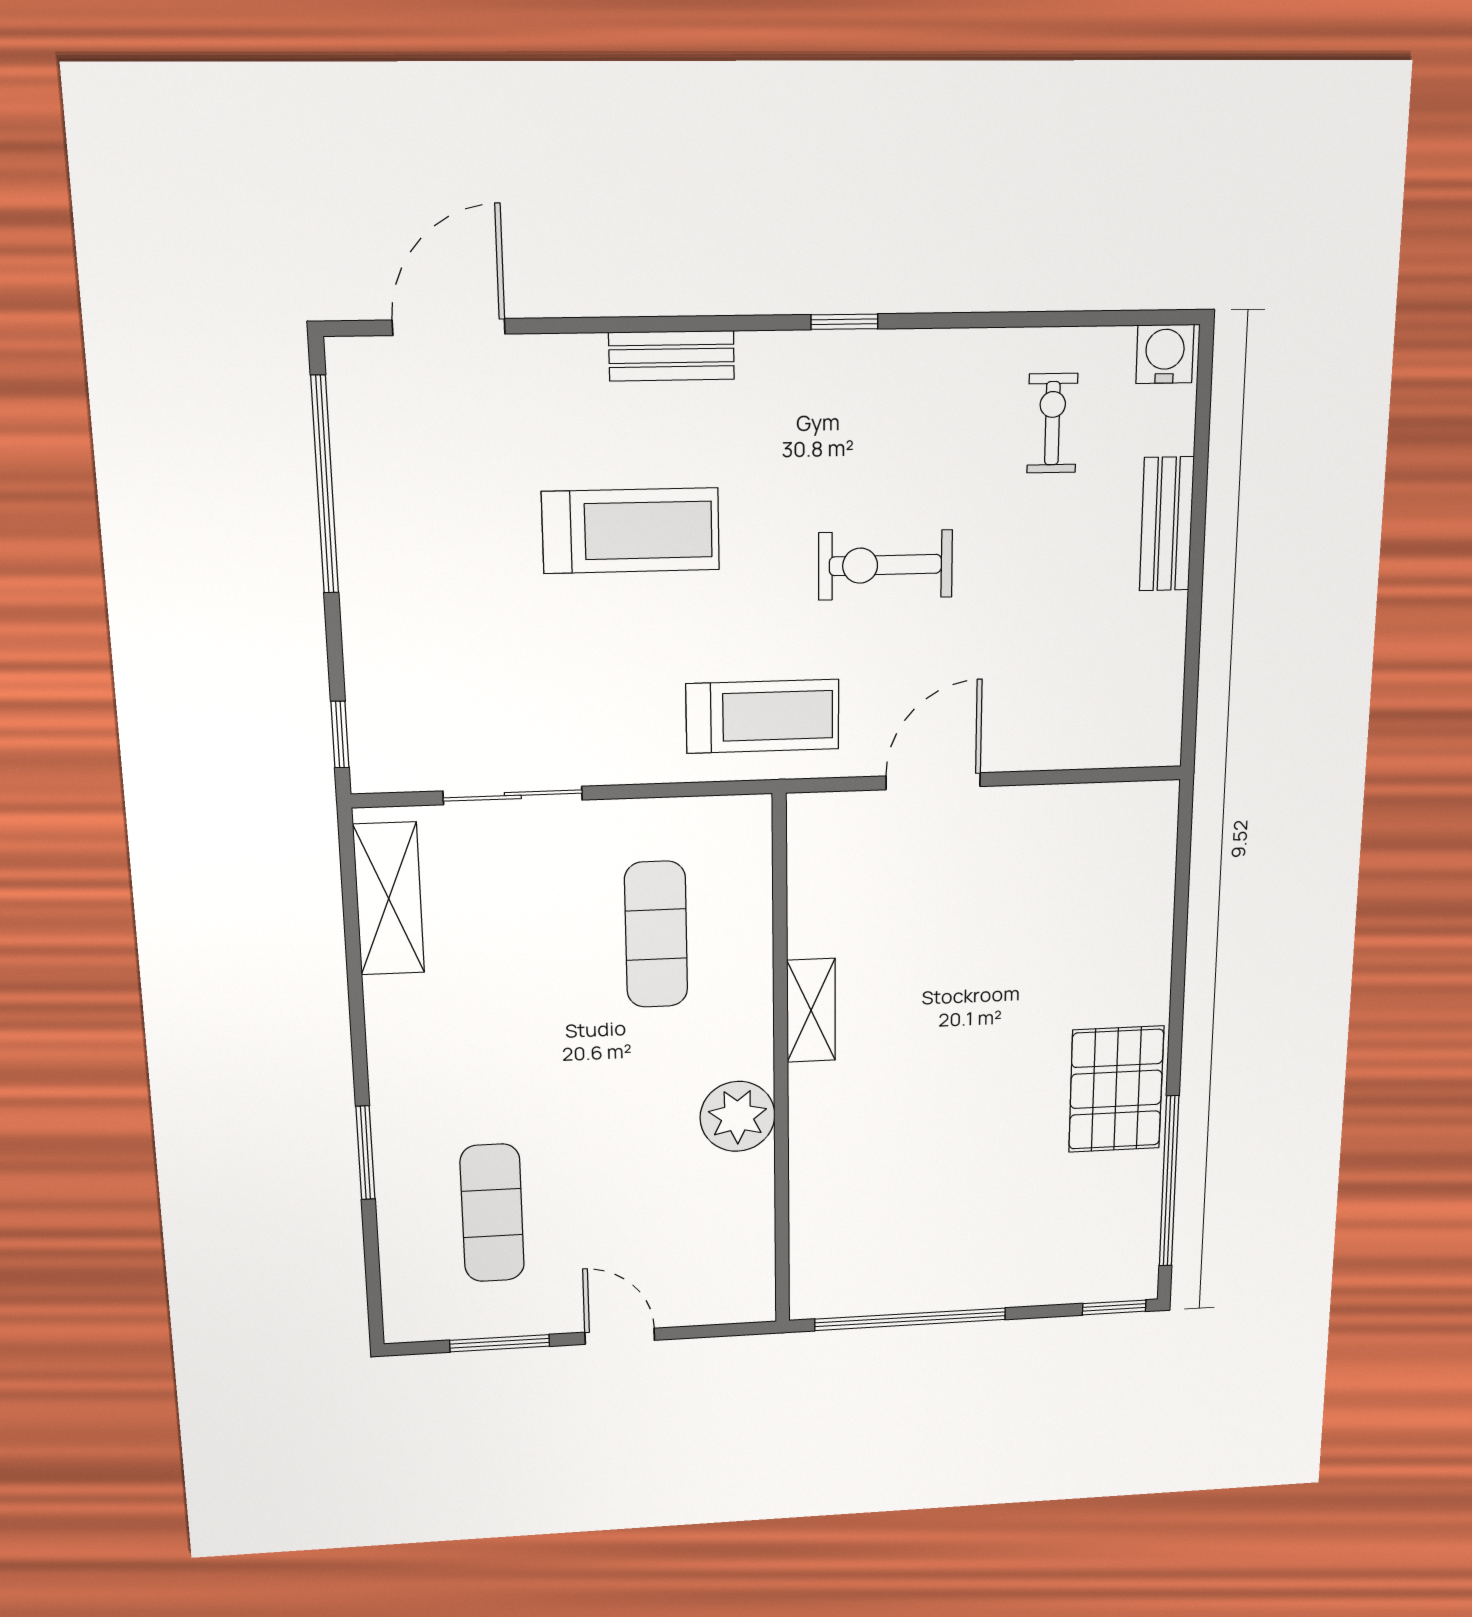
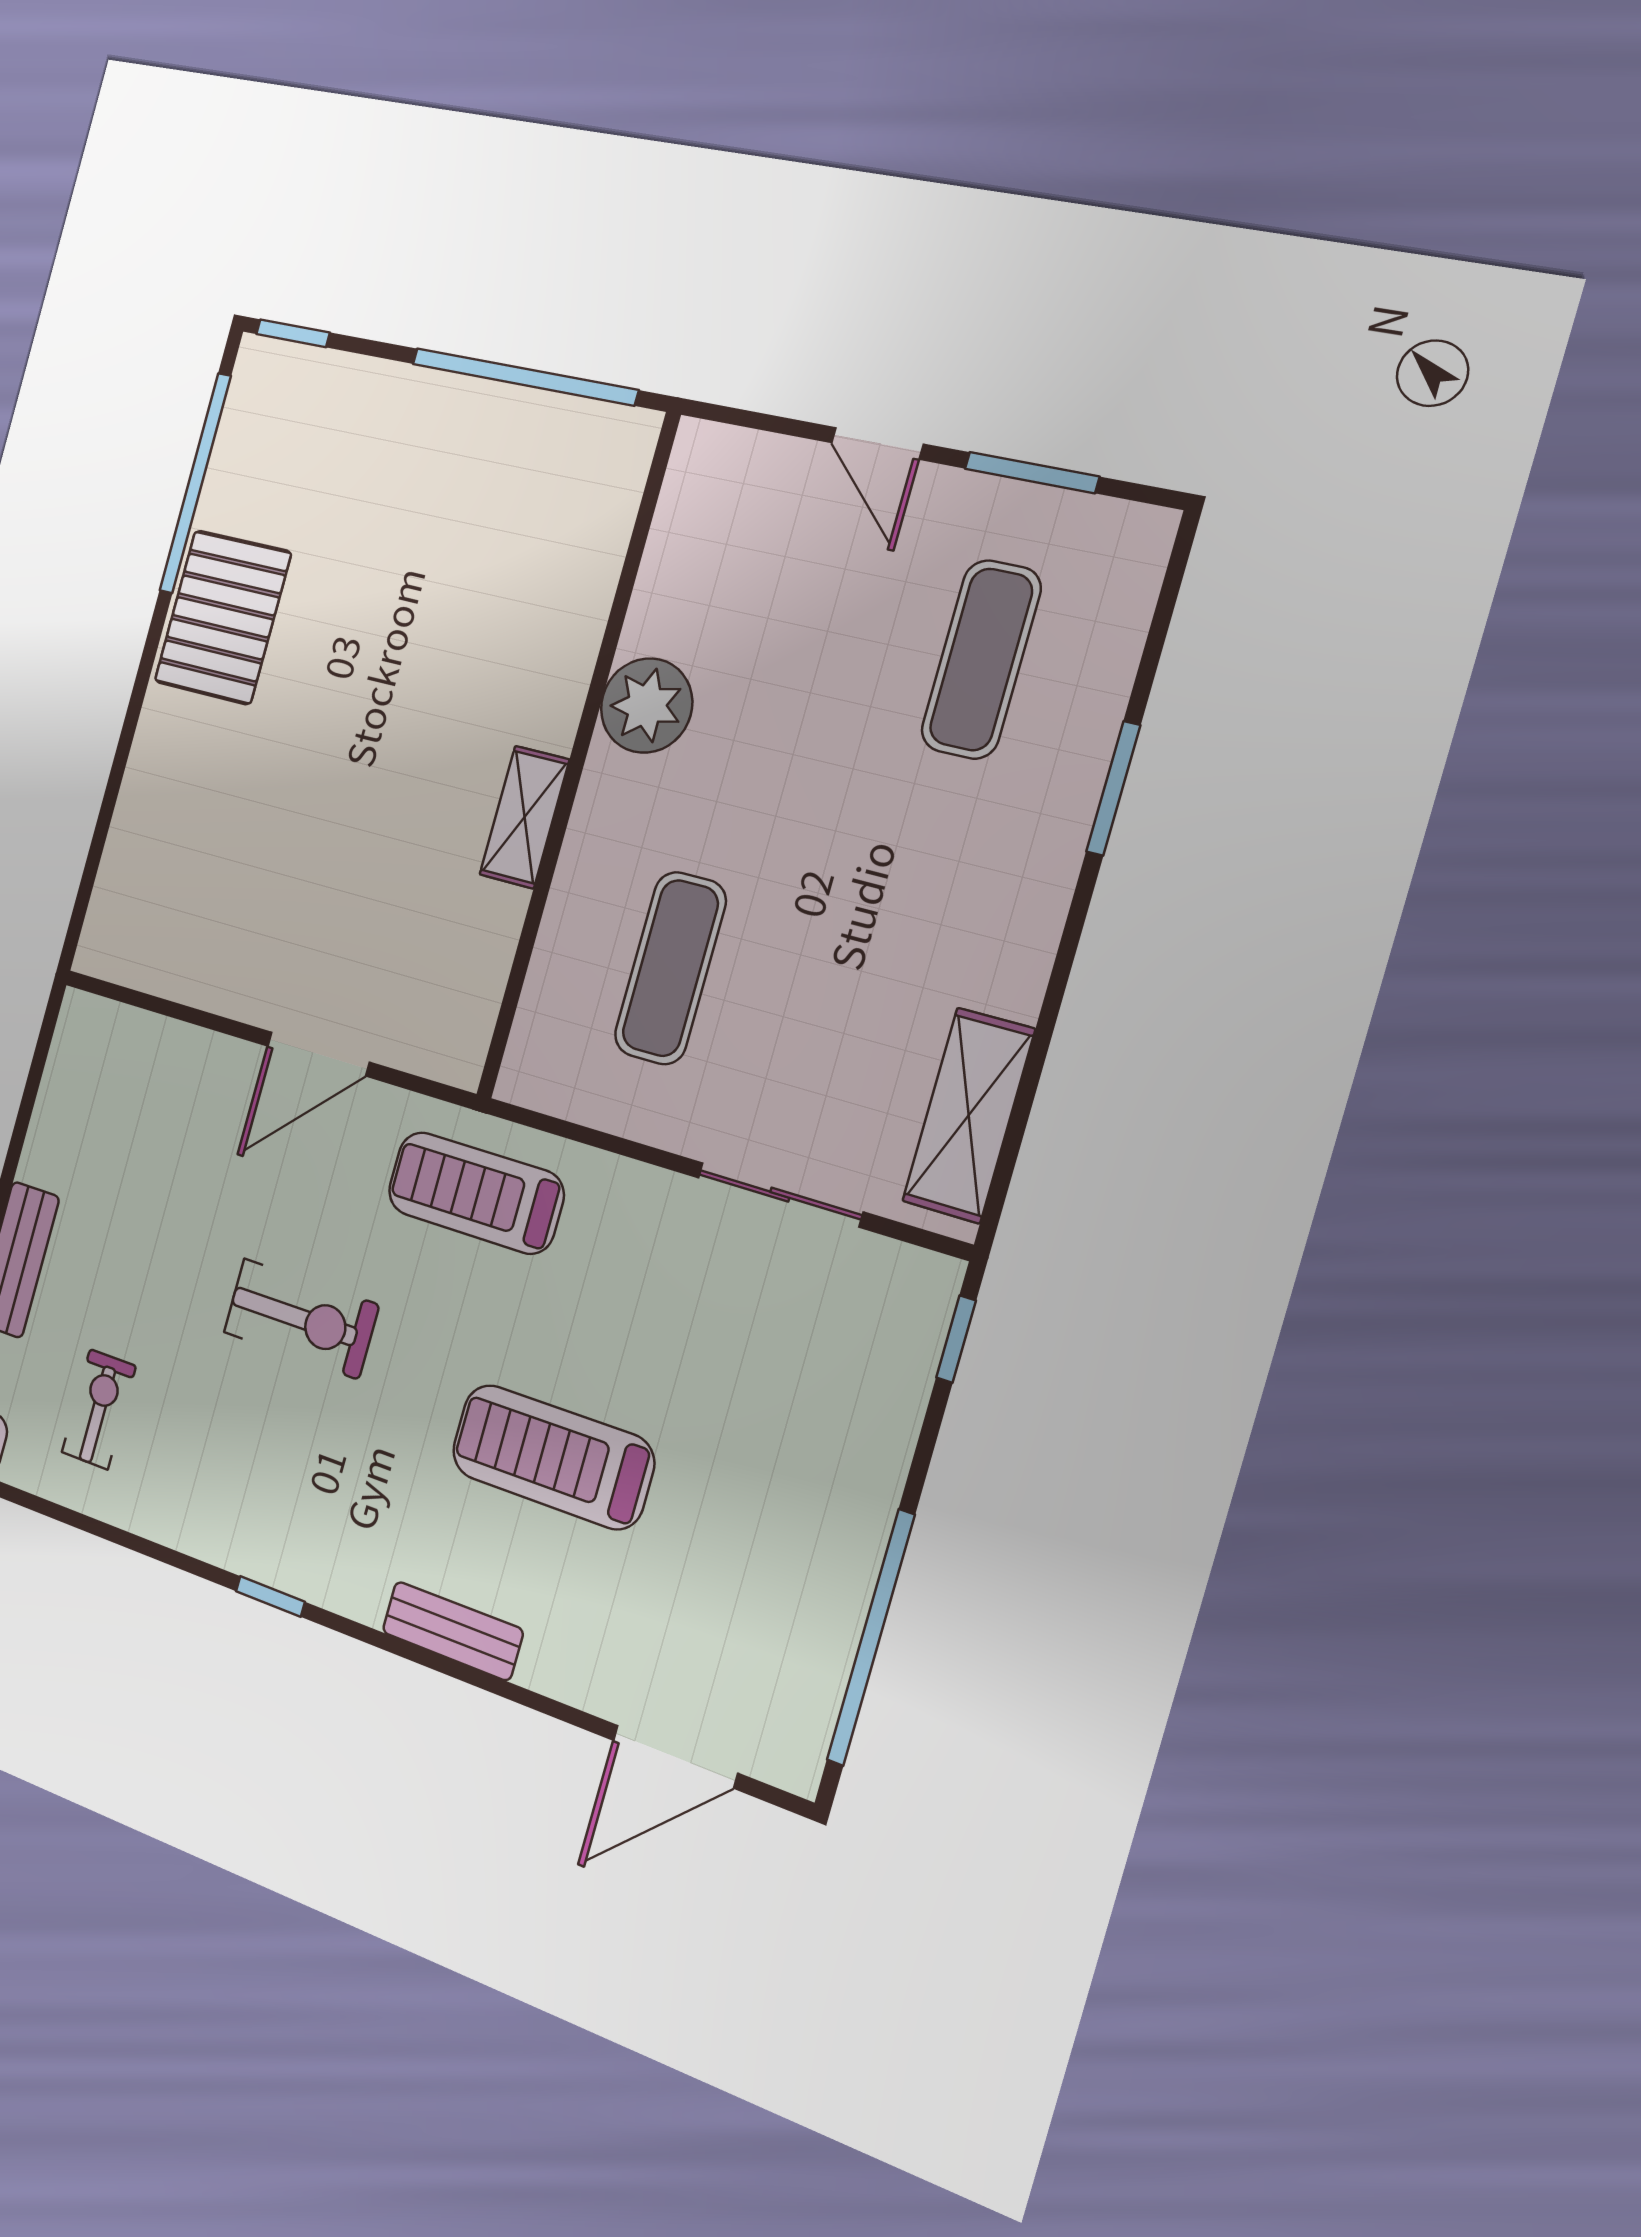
exercise bike: (1052, 423) -> (99, 1409), turned 180

